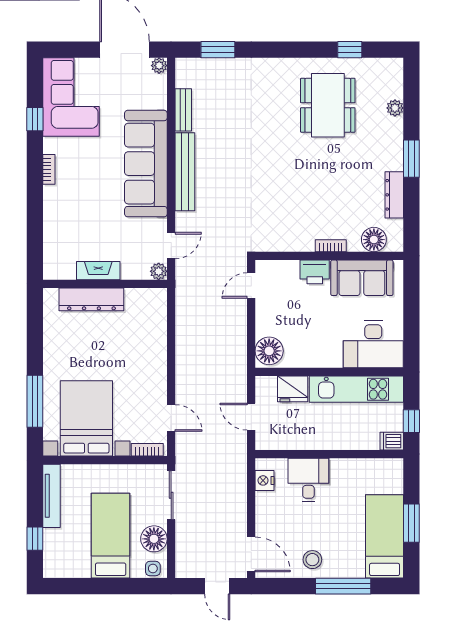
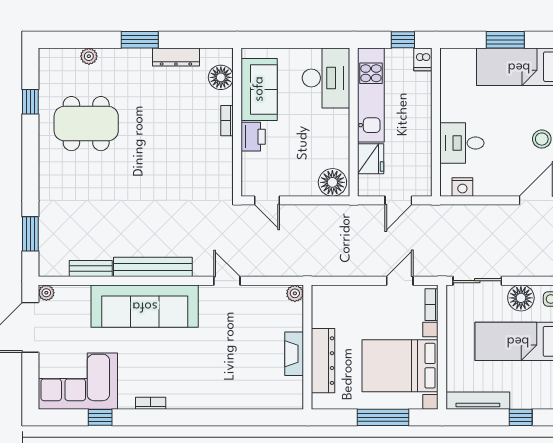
fireplace: (98, 271) -> (294, 354), moved
plant: (159, 271) -> (295, 293), moved
wall: (105, 284) -> (307, 347), moved
dresser: (91, 299) -> (323, 361), moved

